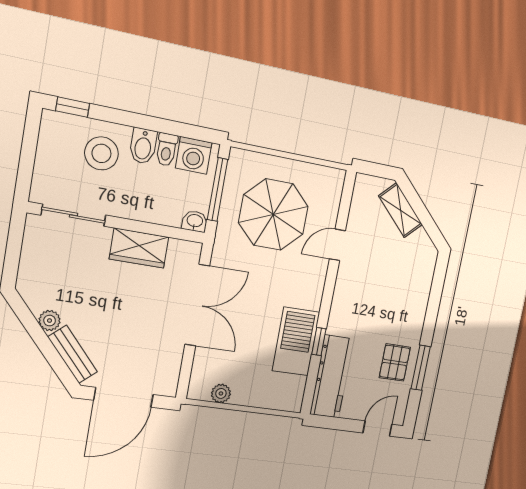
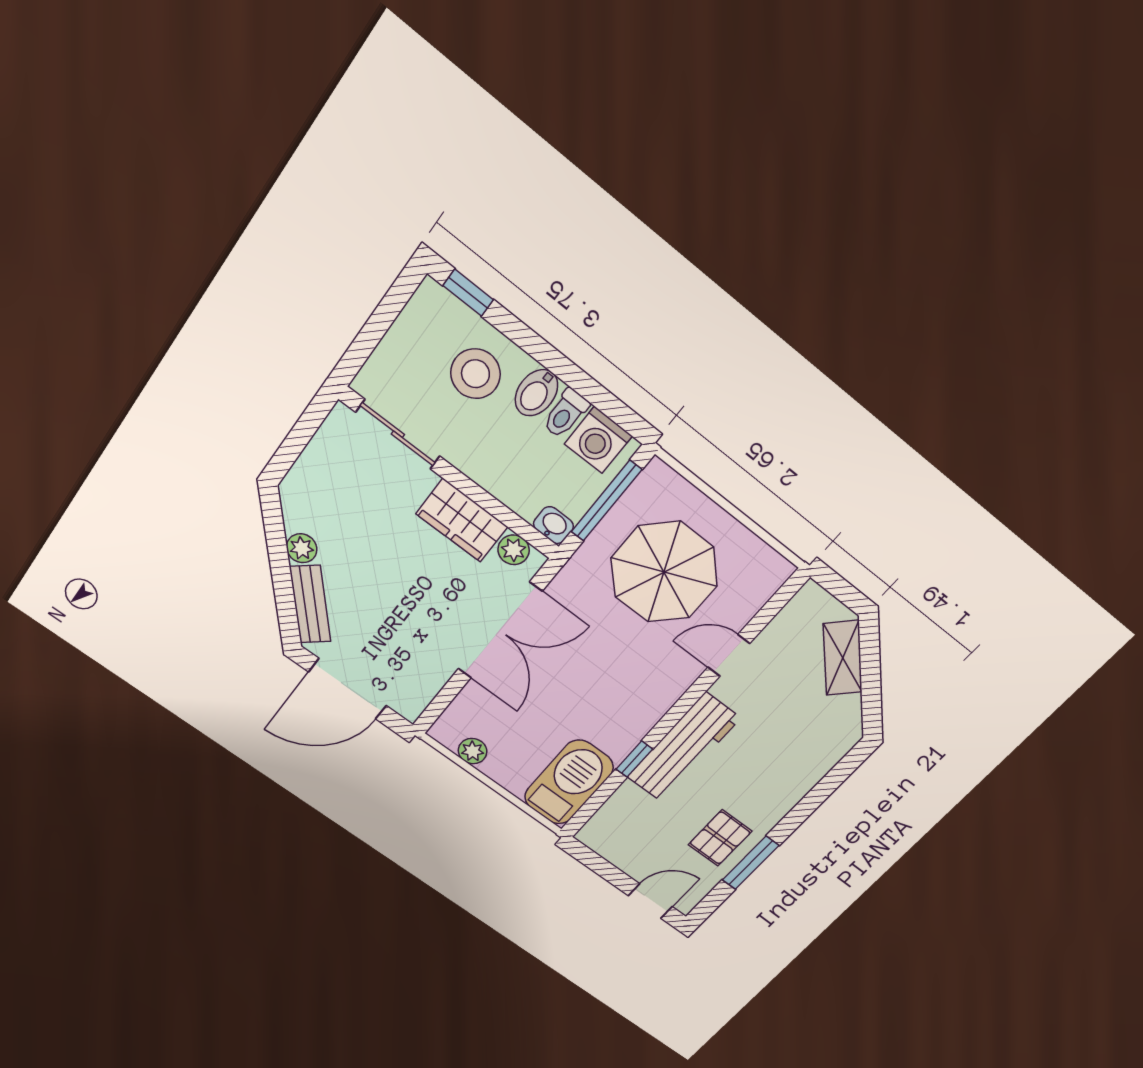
plant: (179, 250) -> (514, 550), added
barbecue: (296, 341) -> (569, 782), moved
workbench: (332, 377) -> (683, 748), moved

